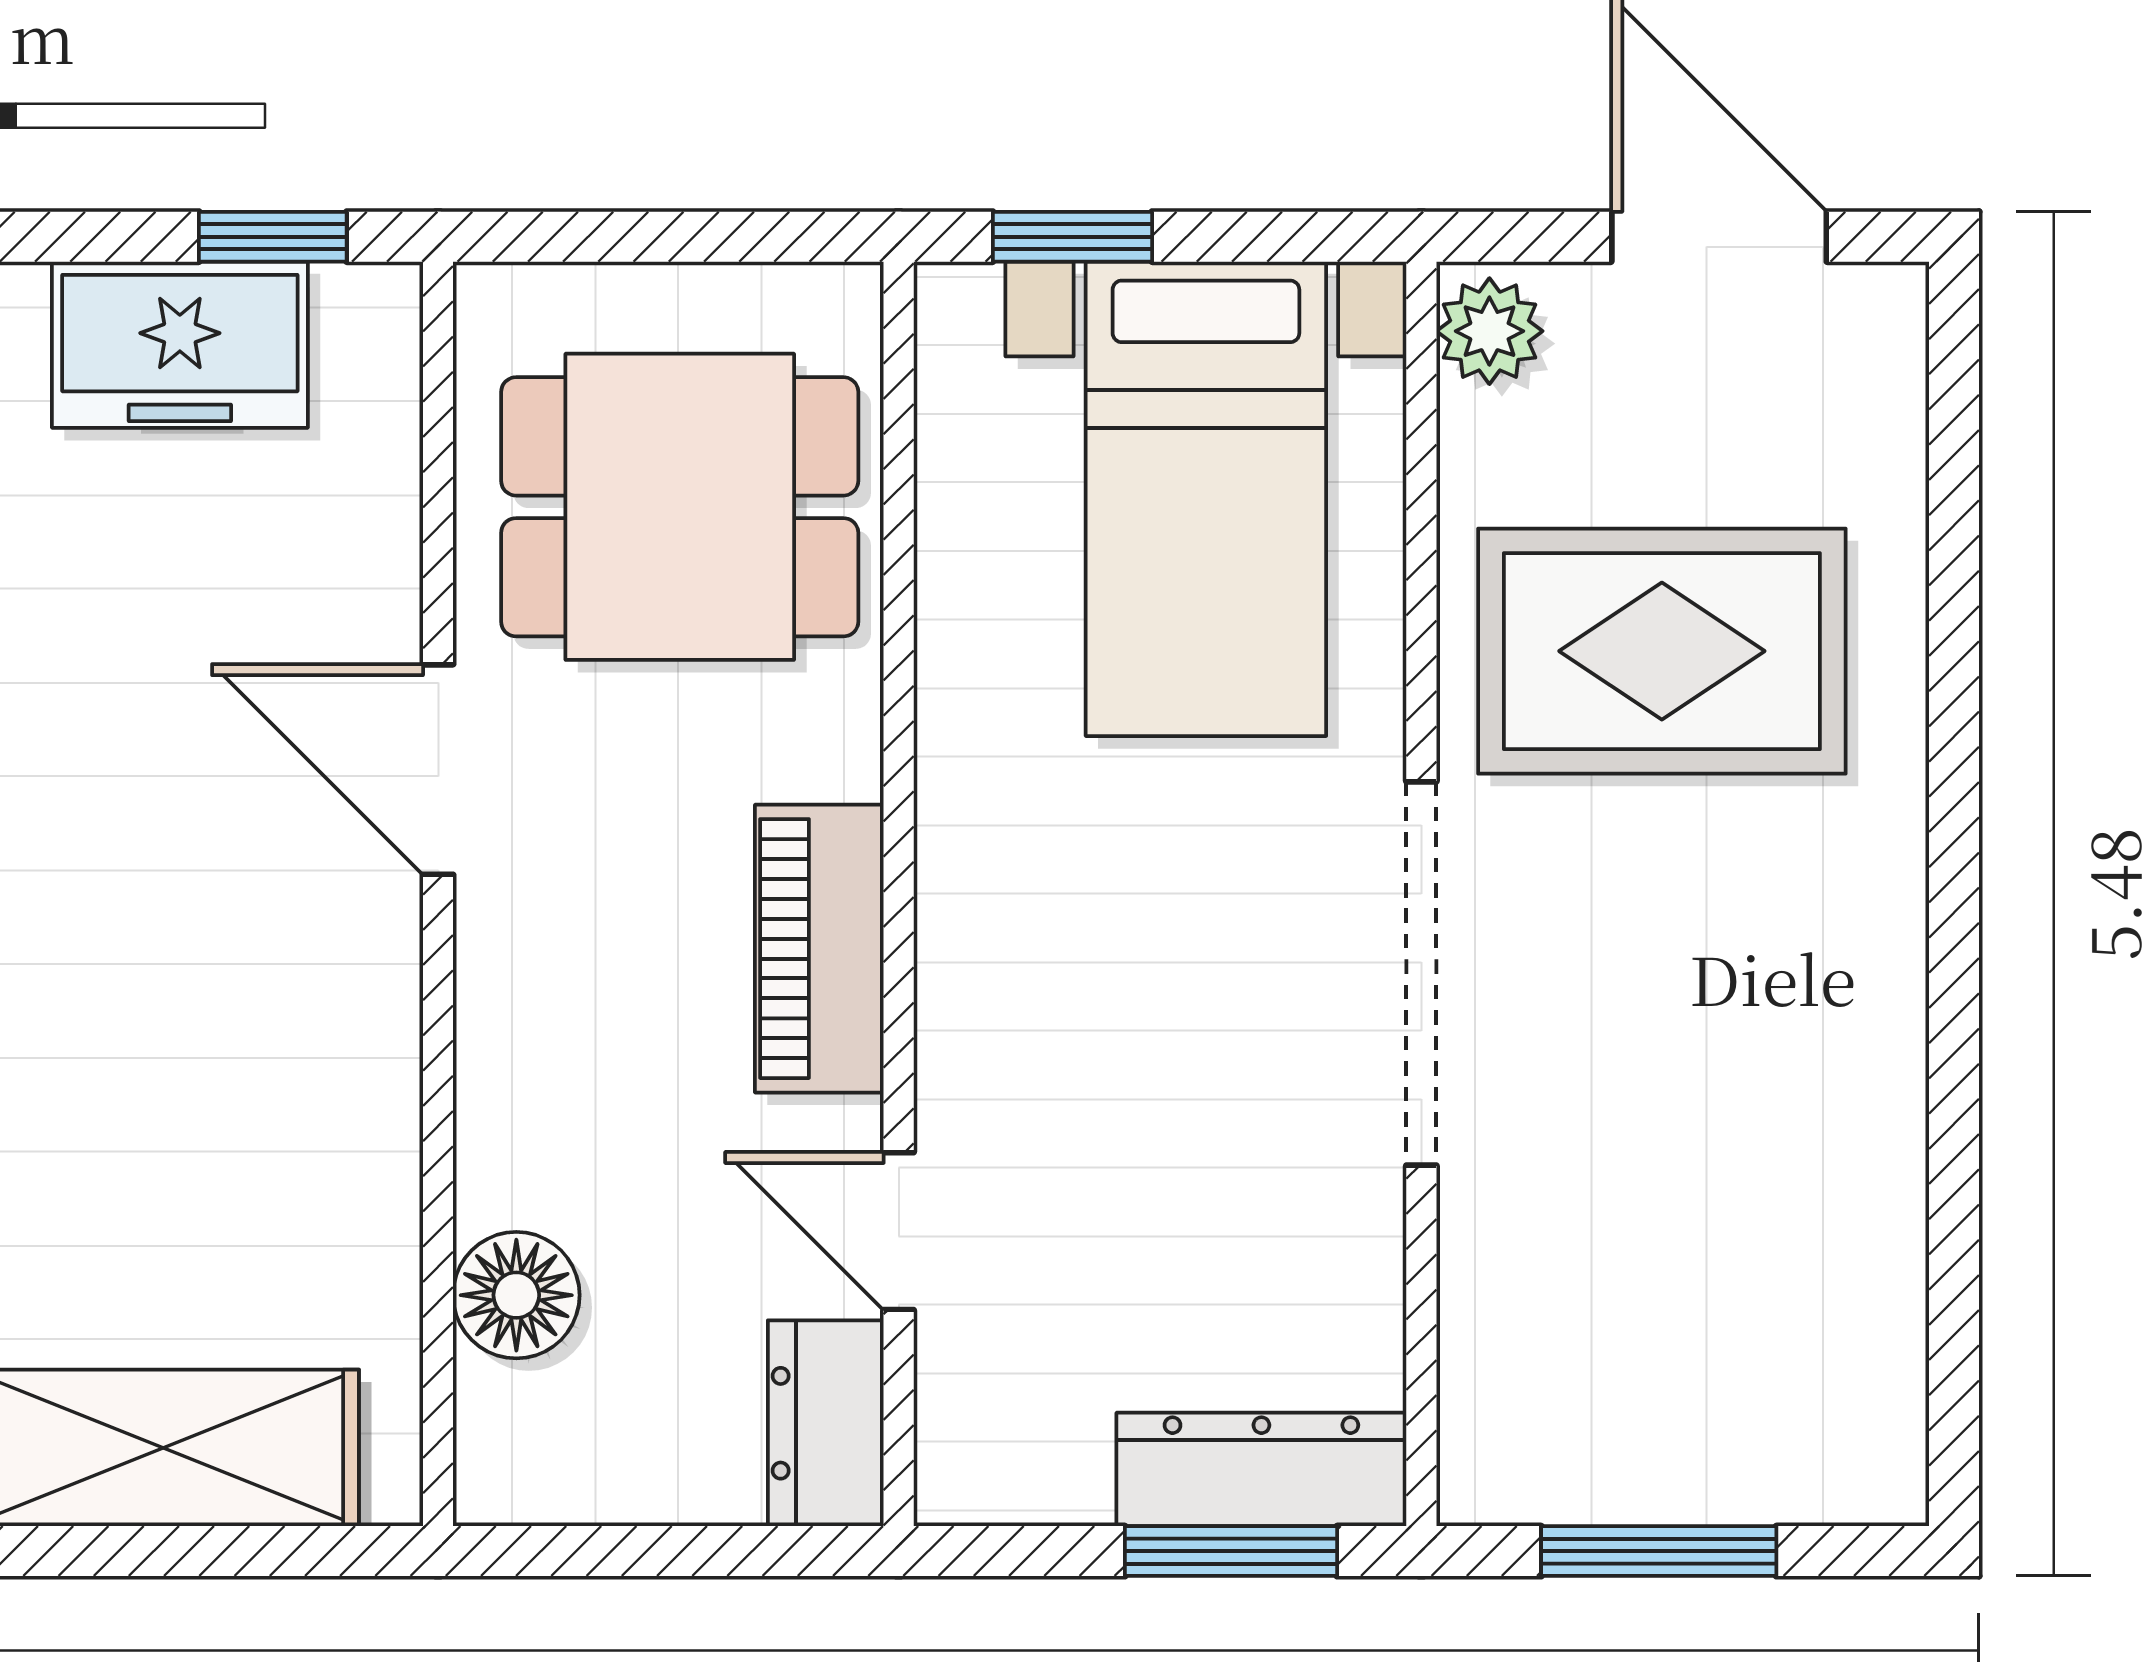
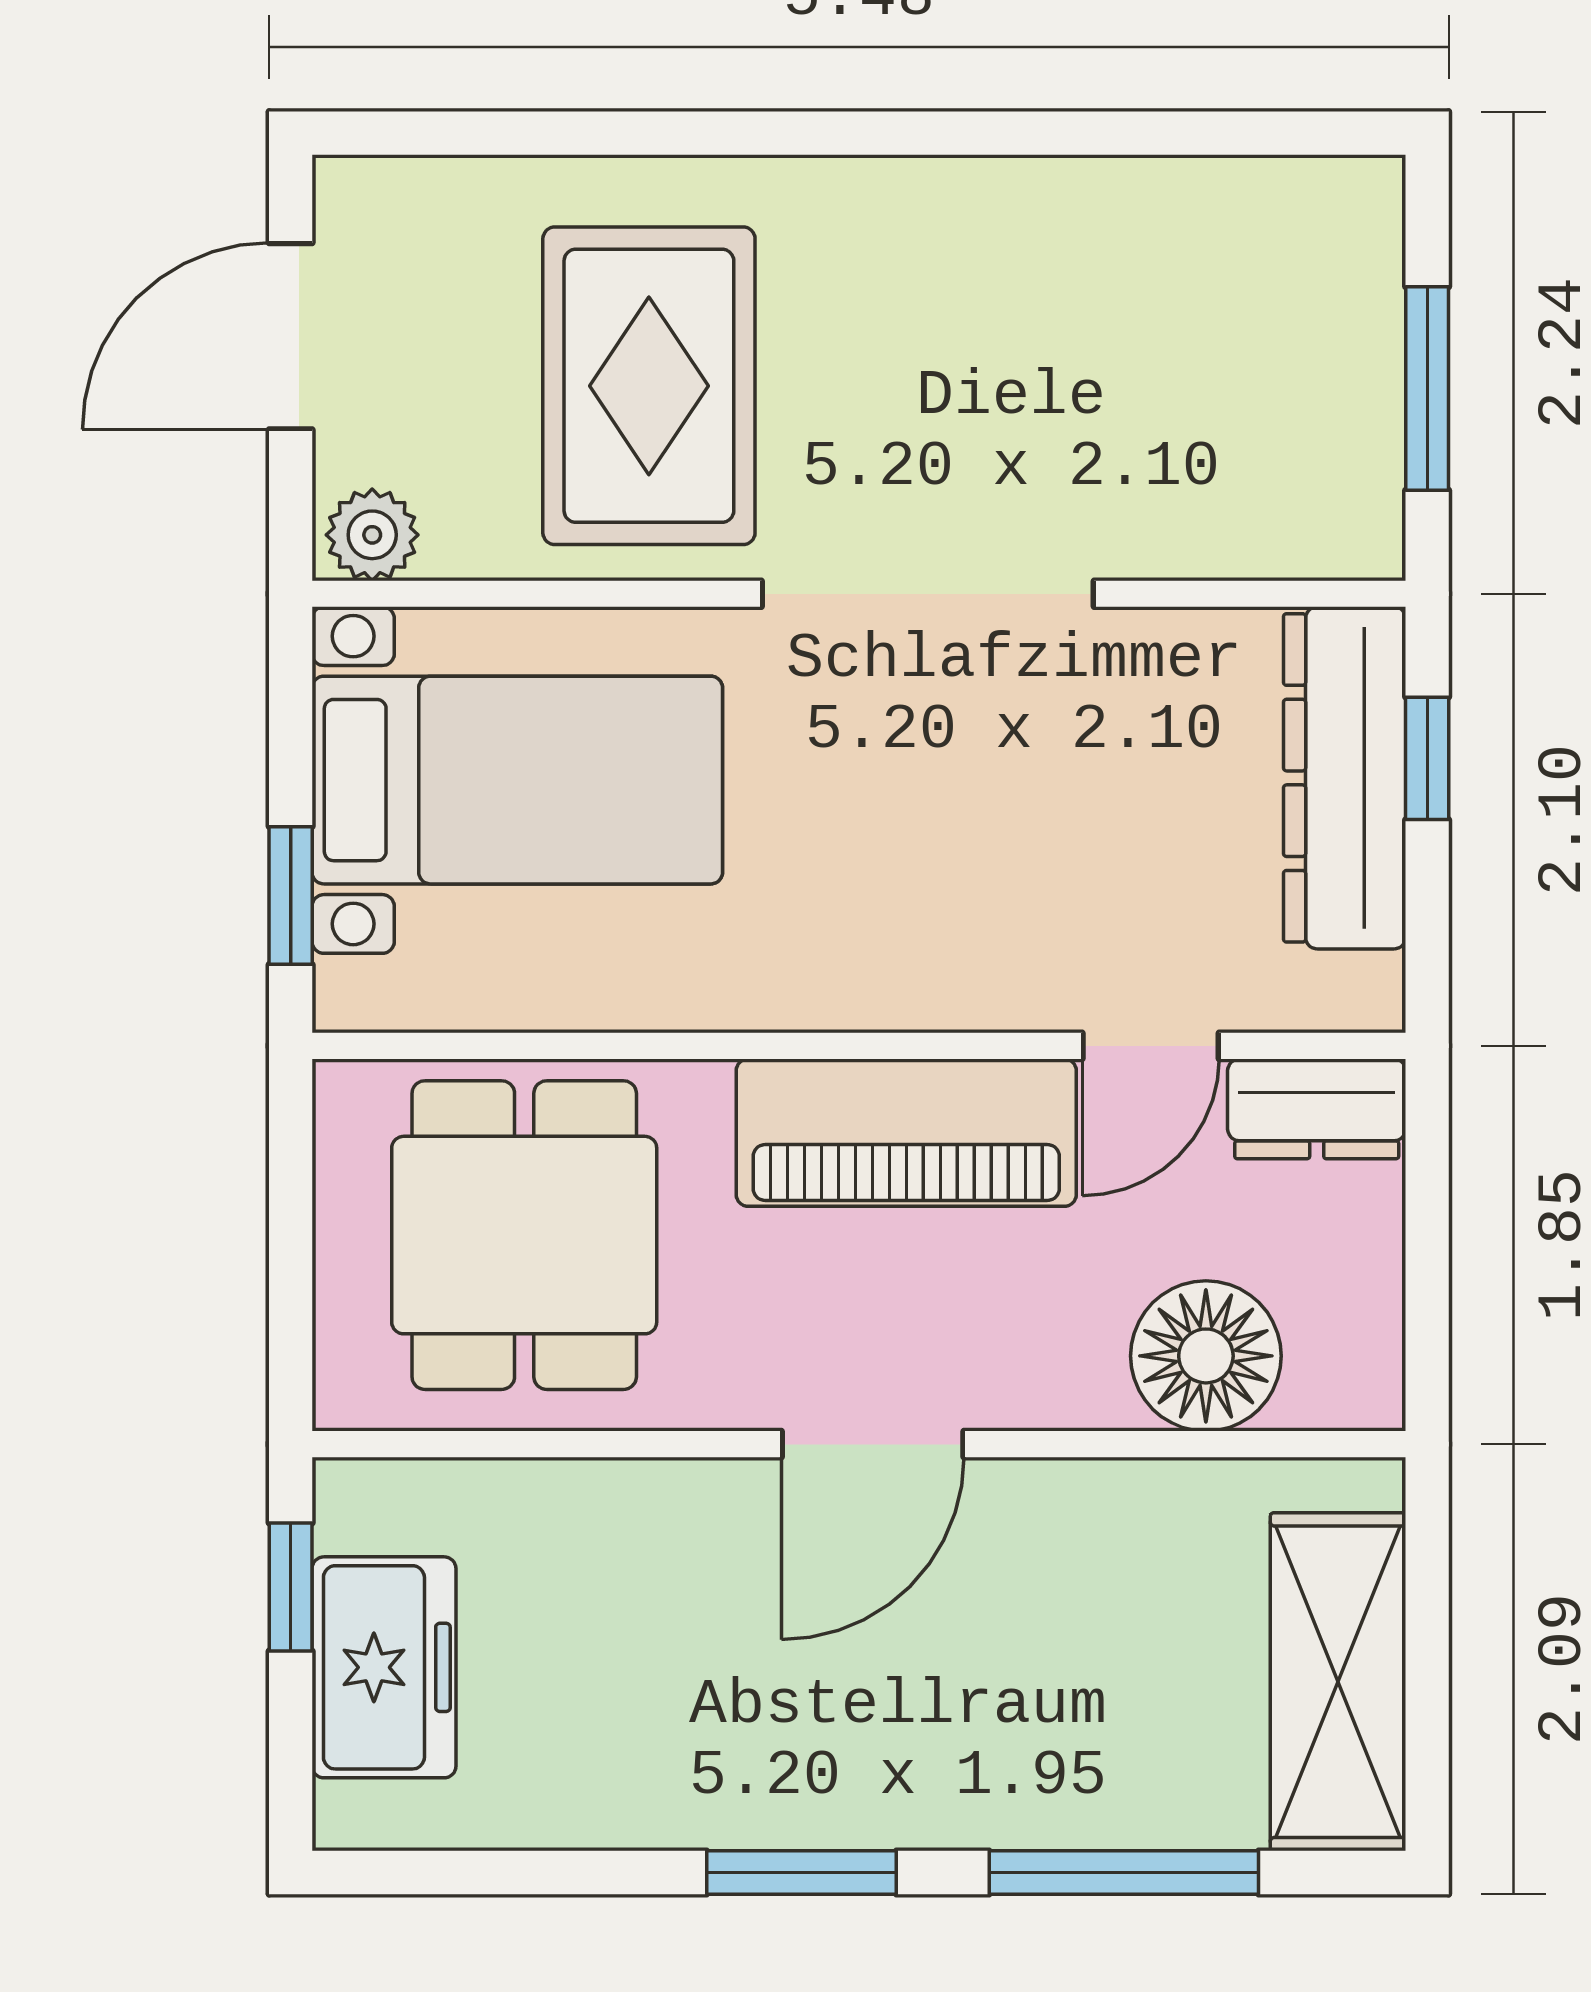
door: (438, 770) -> (873, 1444), moved
piano: (819, 949) -> (906, 1133), width x1.37, depth x1.33
floor lamp: (516, 1295) -> (1206, 1356), width x1.38, depth x1.38
dresser: (1261, 1469) -> (1345, 778), width x1.37, depth x1.24
window: (1231, 1551) -> (1427, 758), width x0.67

